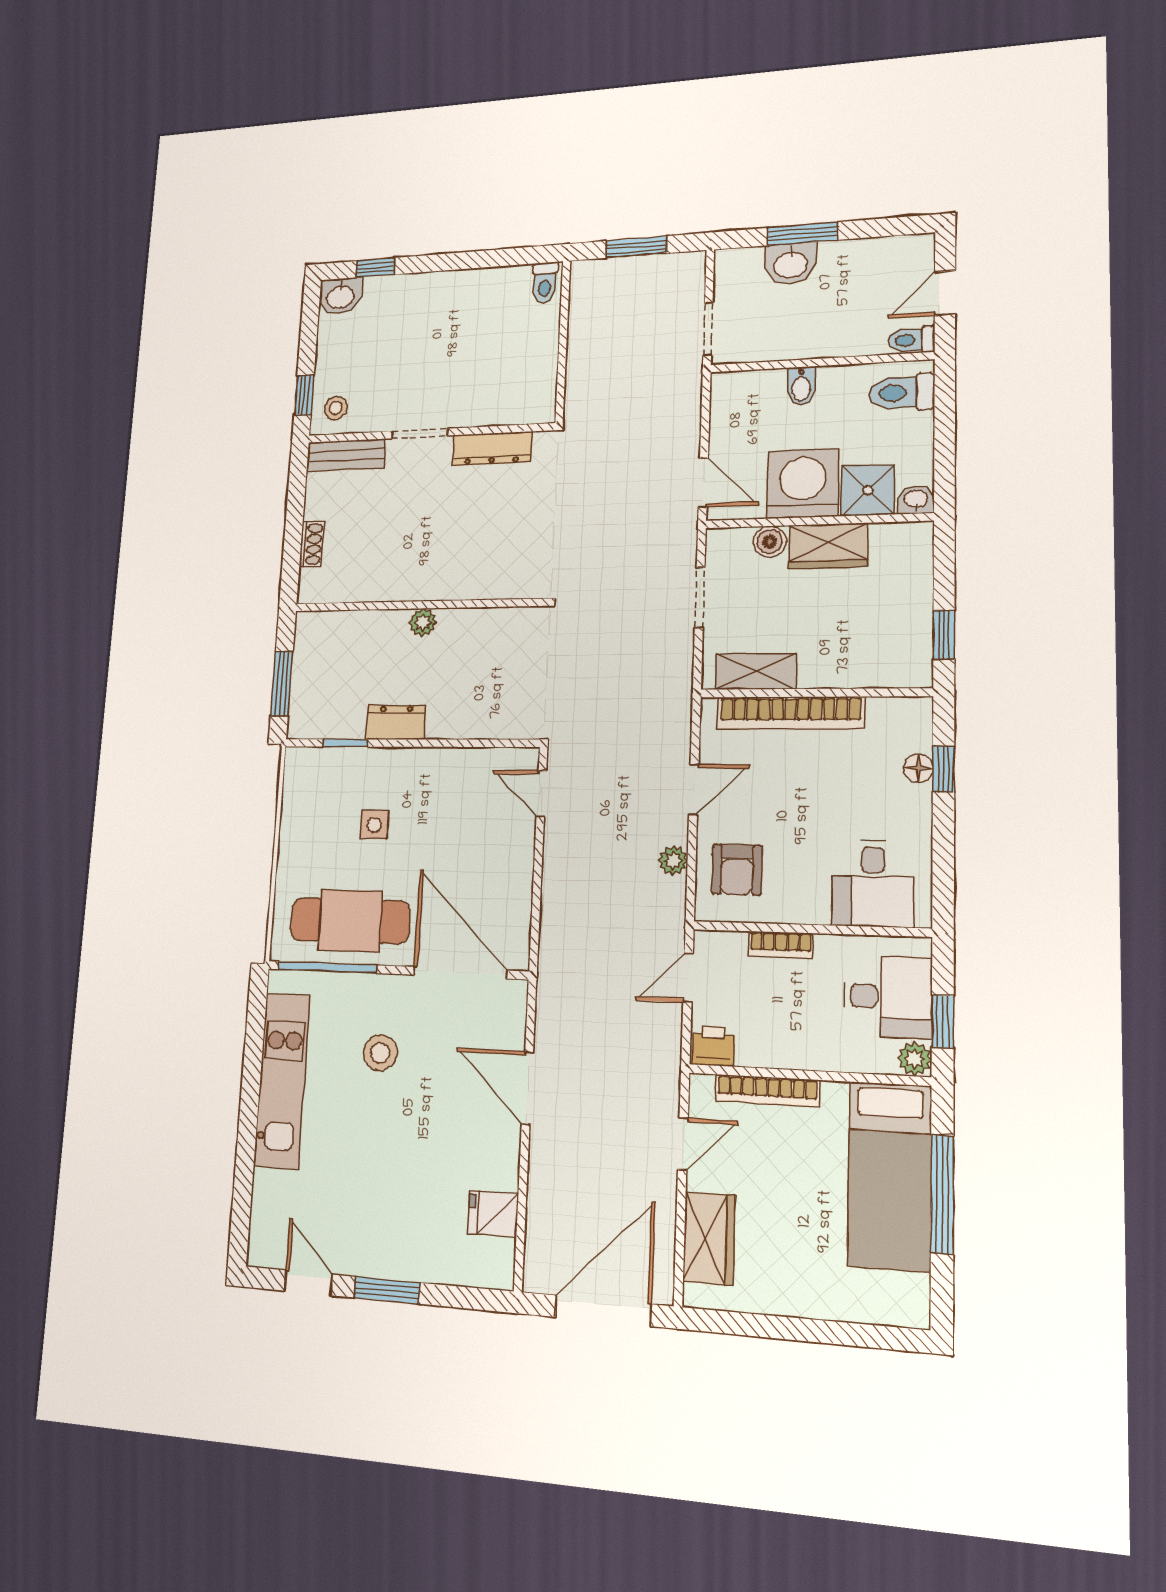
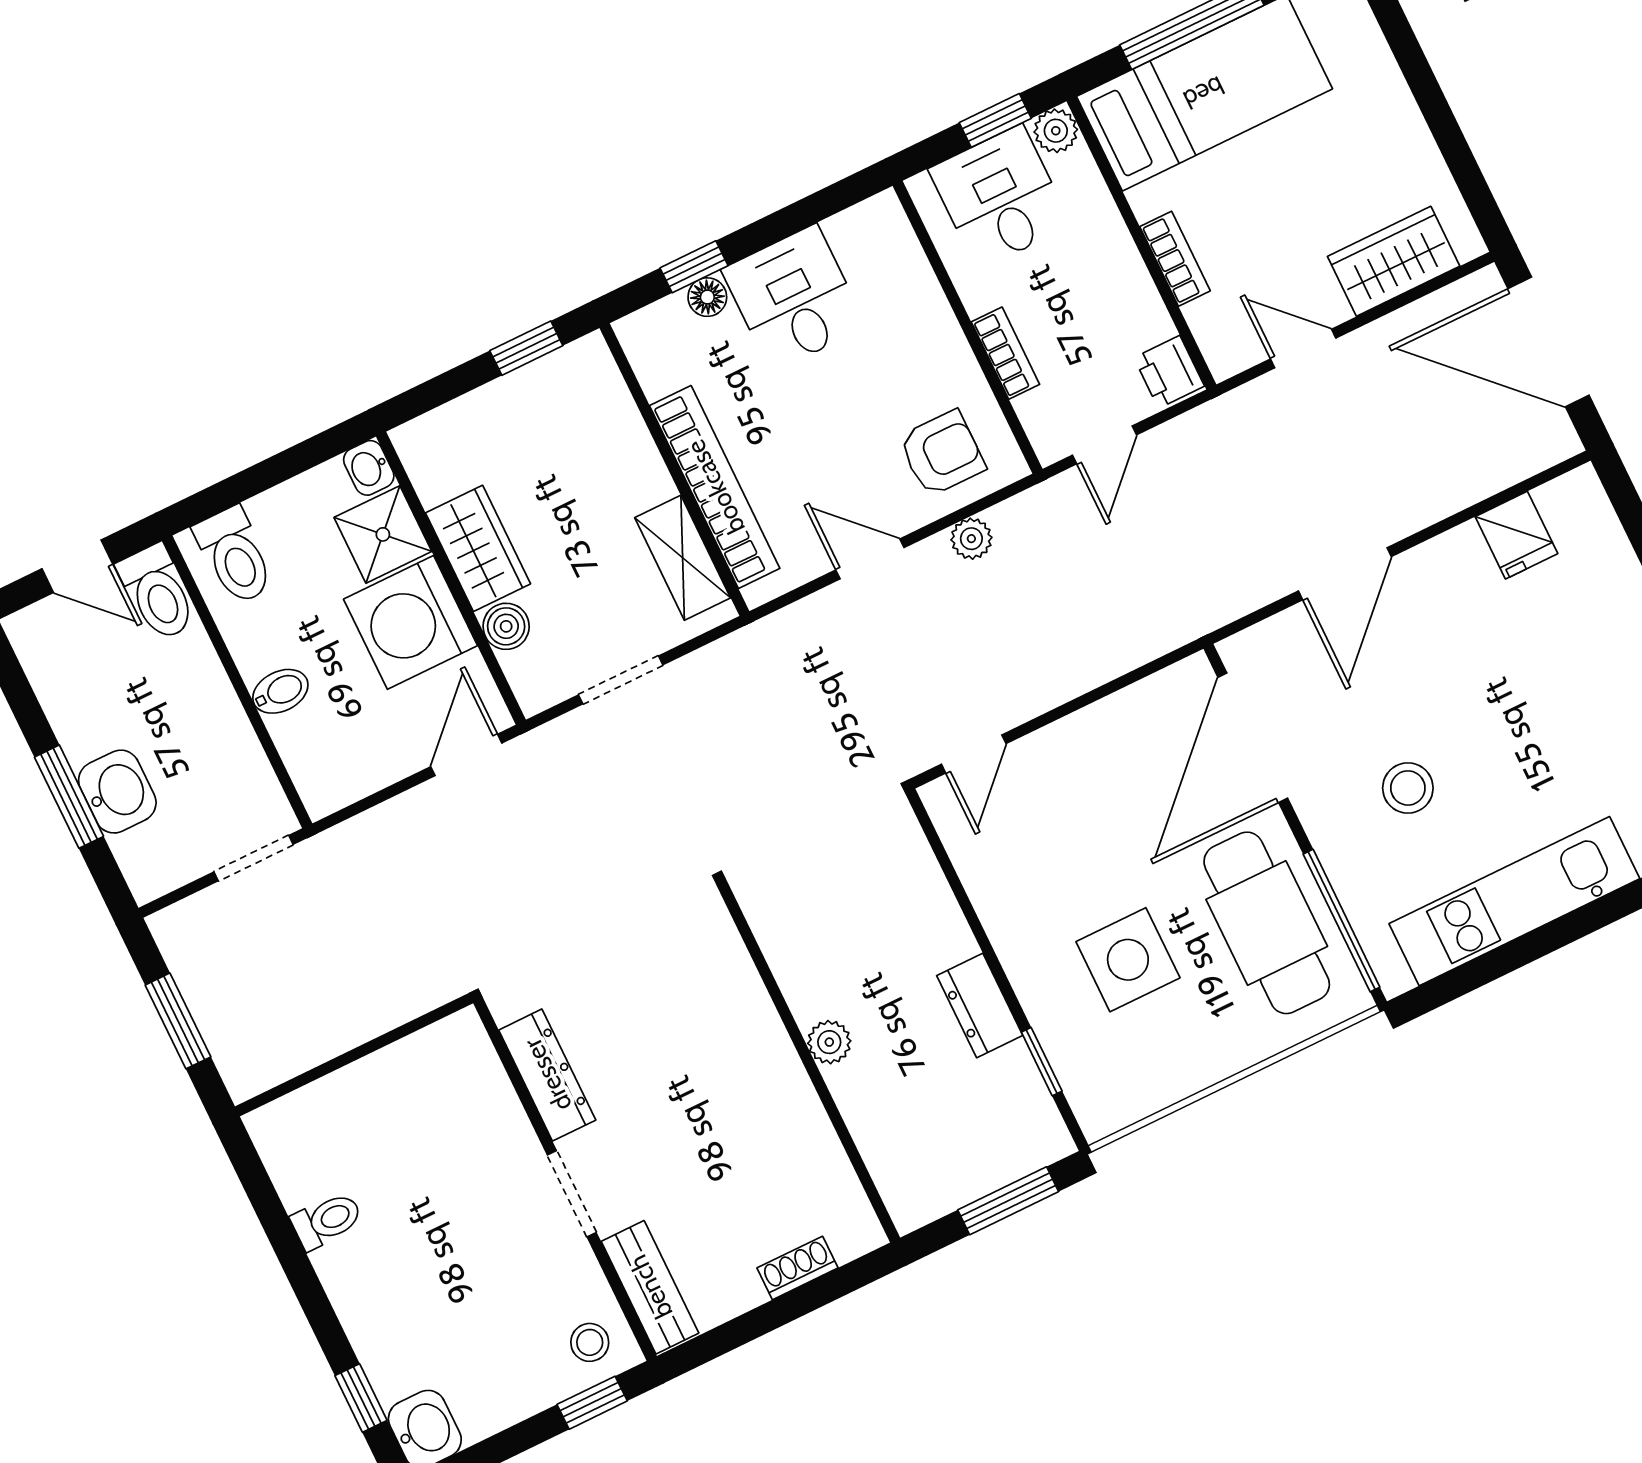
toilet: (545, 283) -> (327, 1221), moved
toilet: (911, 340) -> (157, 593), width x1.37, depth x1.39
side table: (374, 825) -> (1128, 960), width x1.87, depth x1.87
desk: (873, 883) -> (794, 298), moved, turned -90
door: (688, 978) -> (1104, 445), hinge flipped
bookcase: (767, 1091) -> (1175, 259), width x0.64

